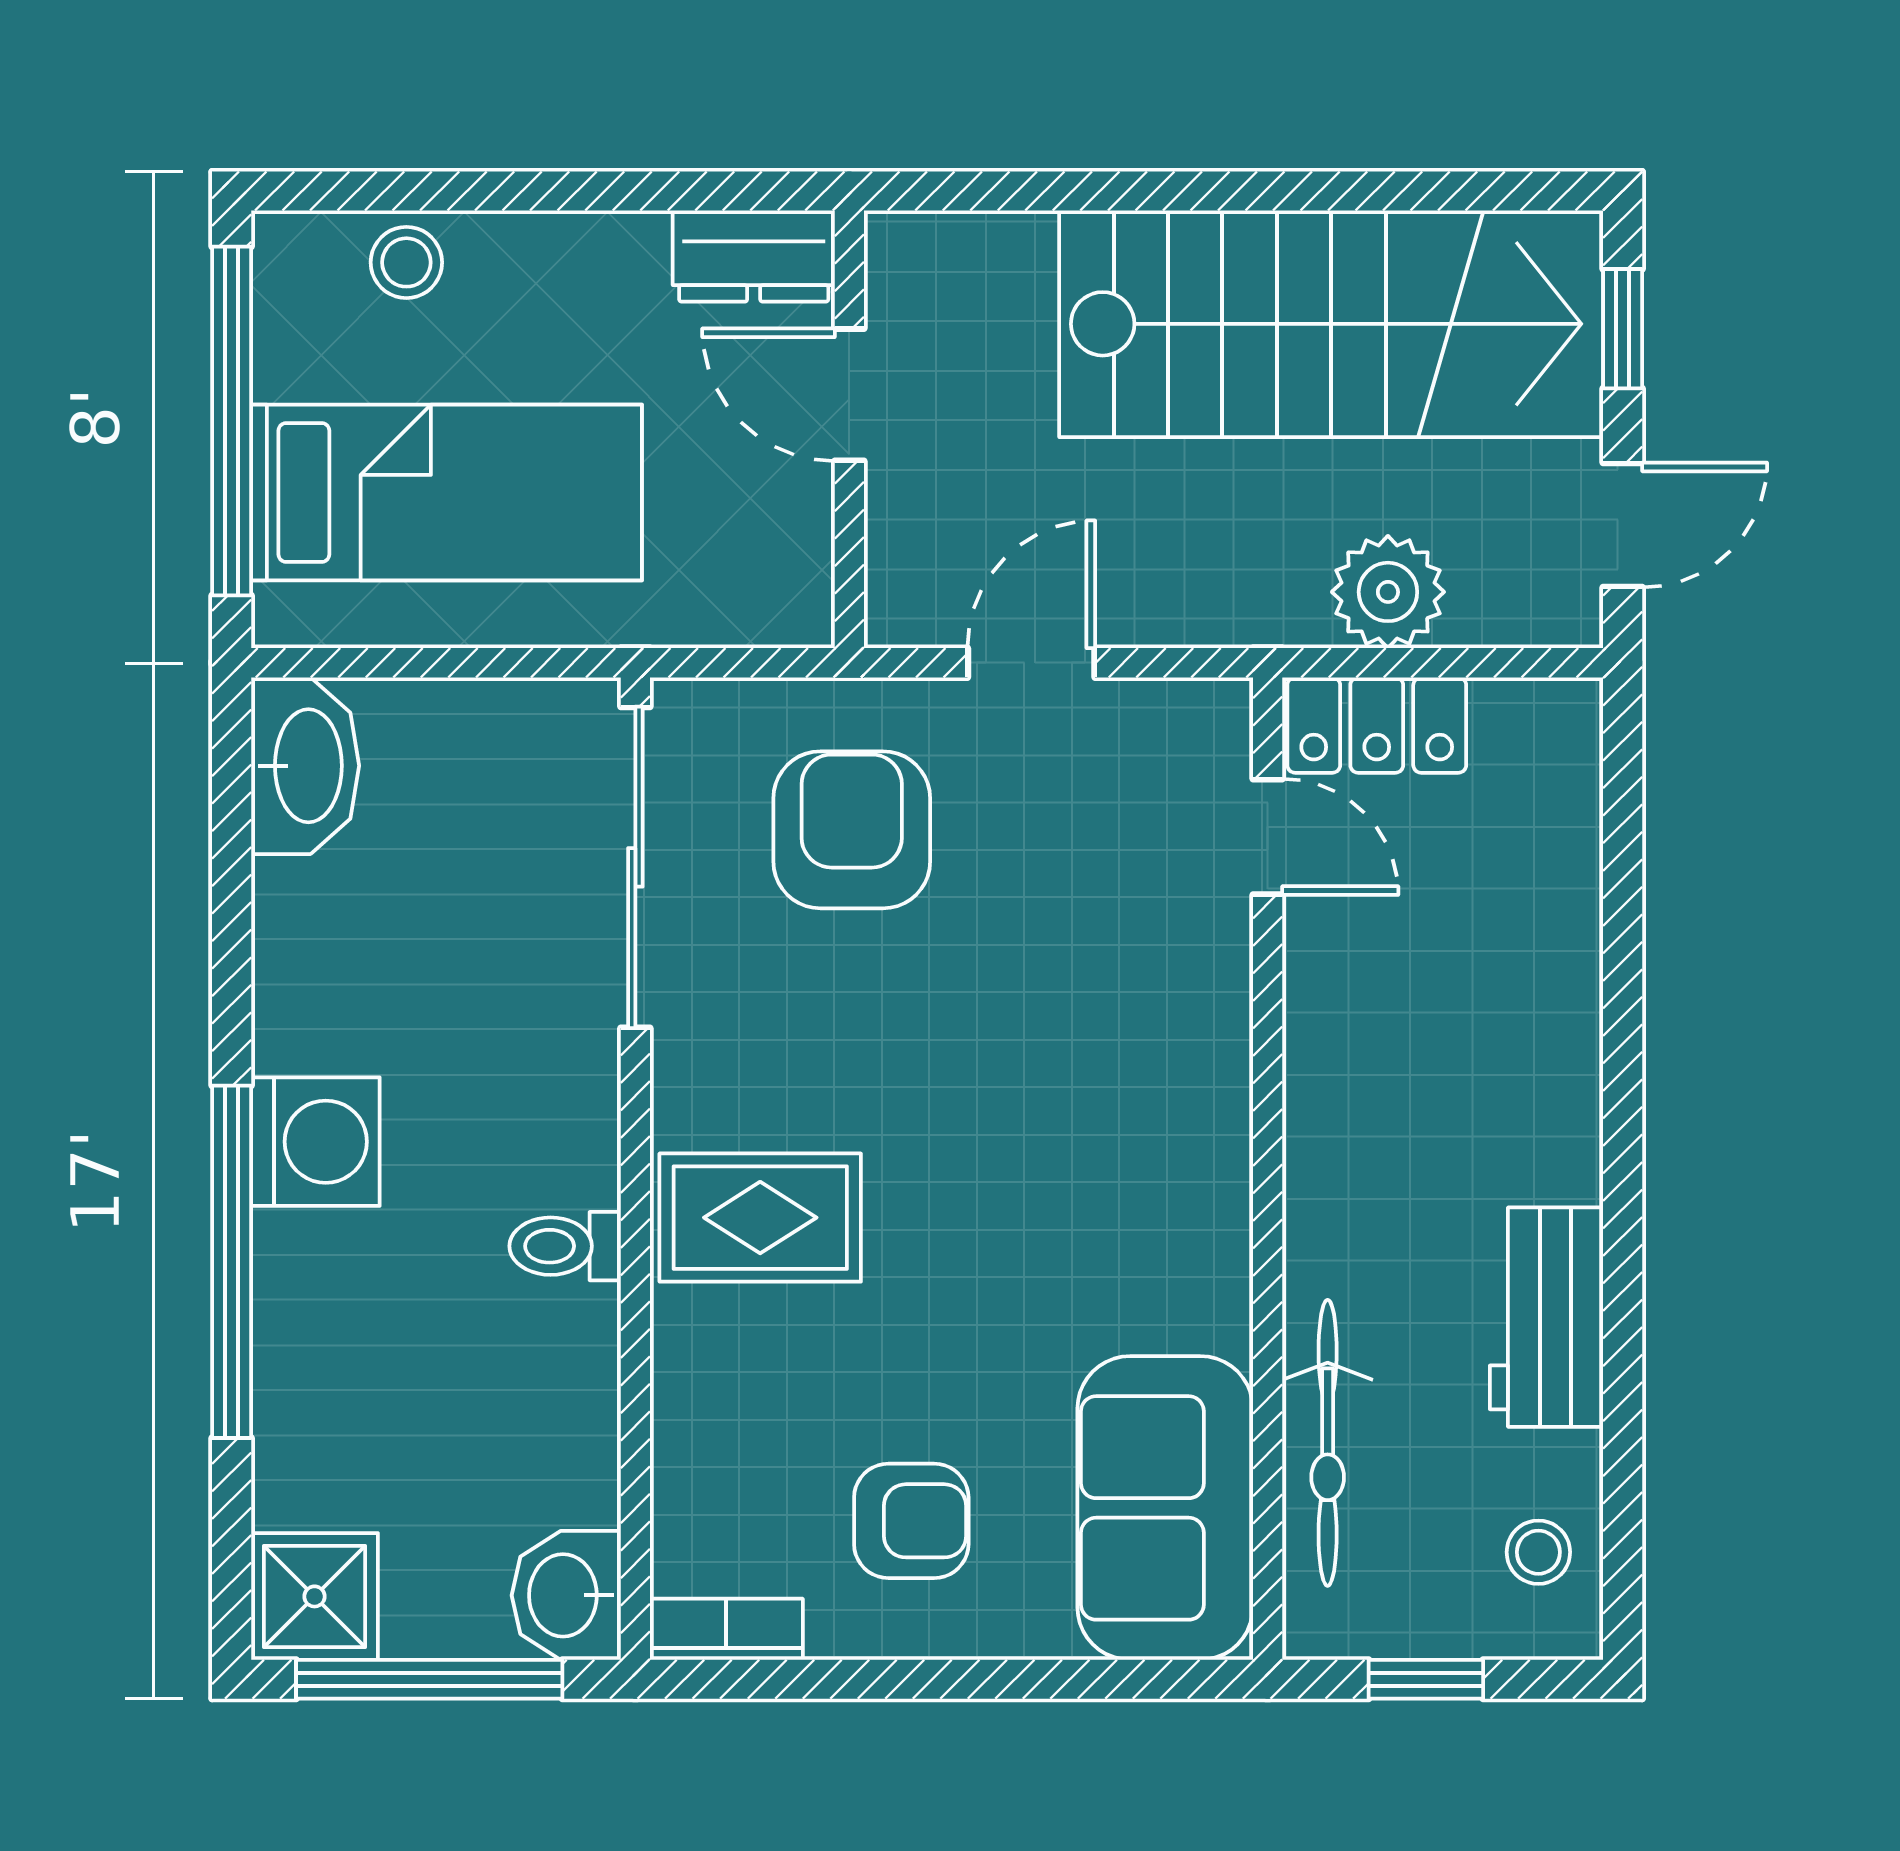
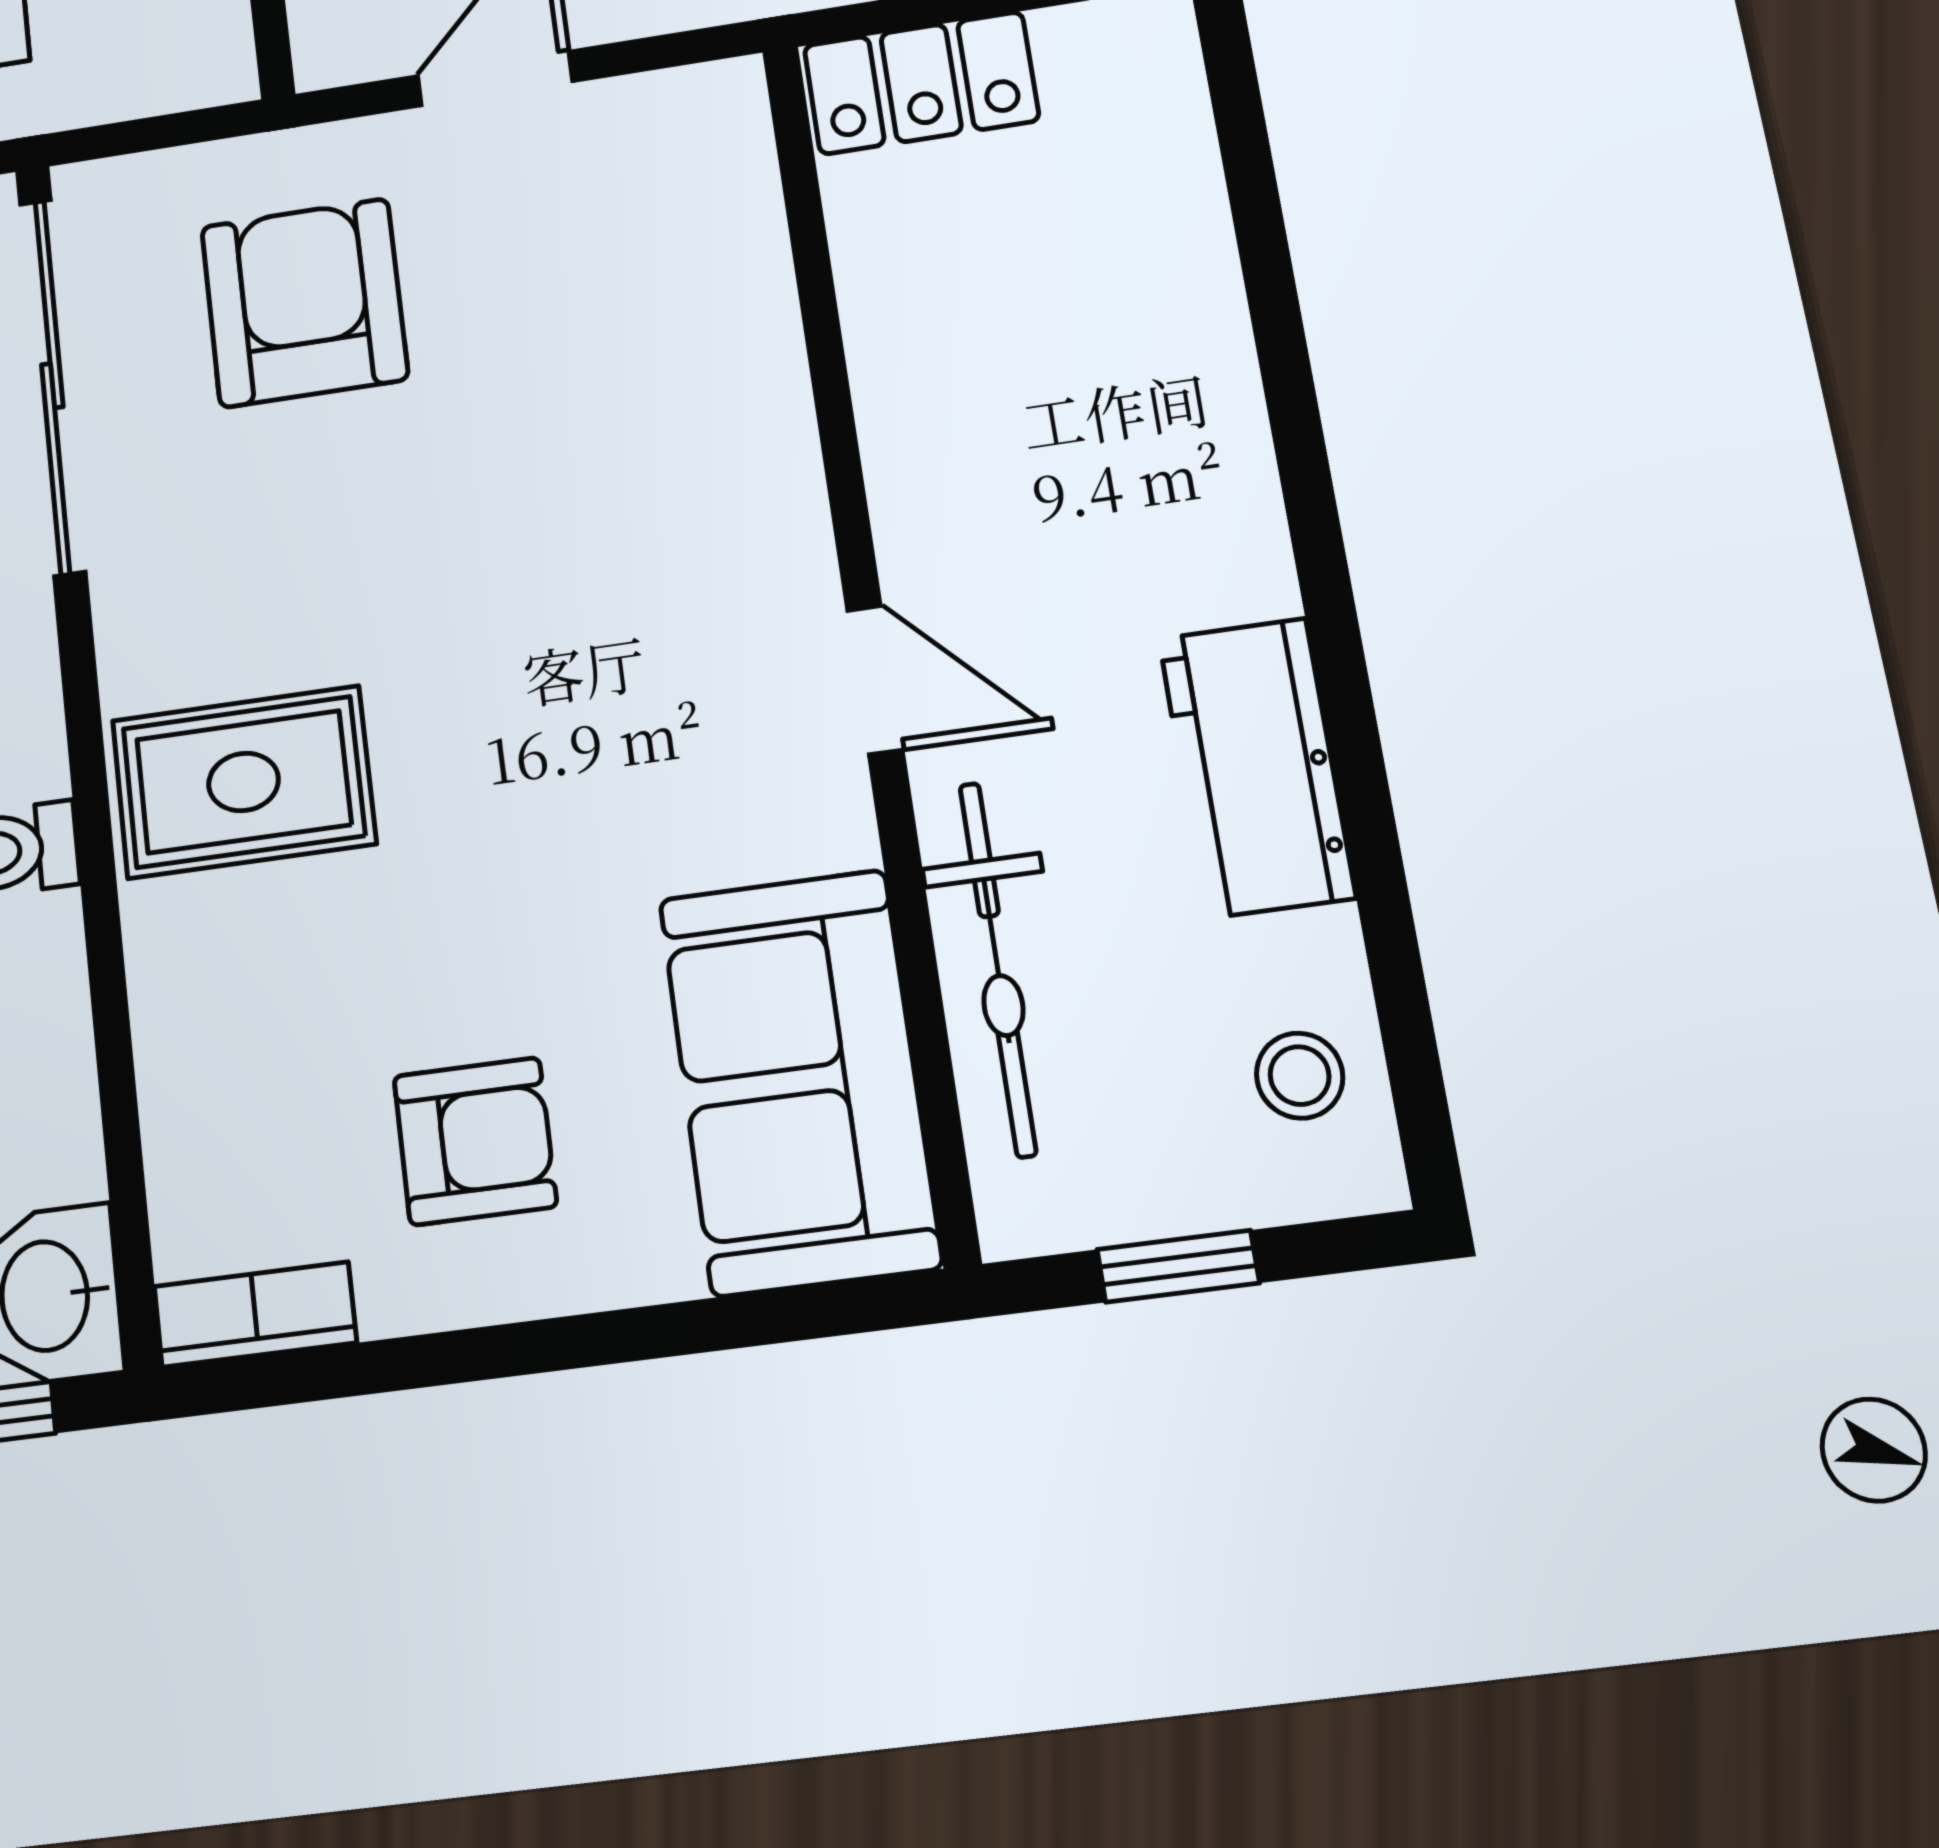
door: (1268, 837) -> (875, 680), moved

